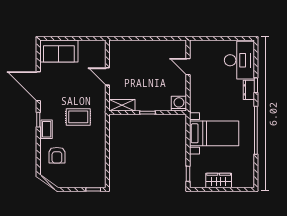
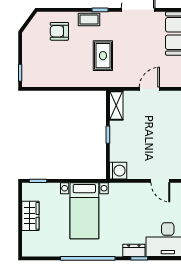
door: (188, 67) -> (160, 181), swing flipped

